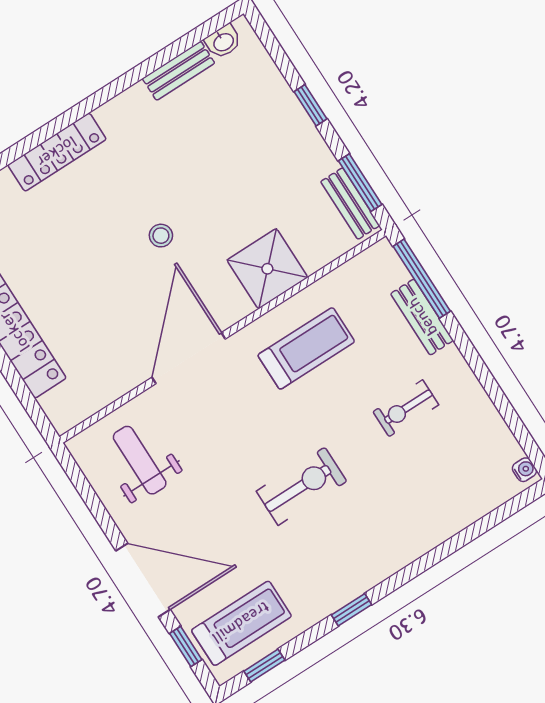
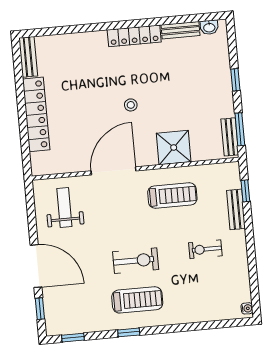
locker: (57, 152) -> (134, 36), moved
window: (422, 279) -> (245, 191), width x0.46
treadmill: (241, 623) -> (137, 300), moved

